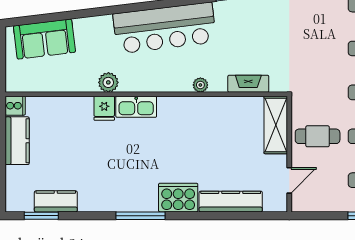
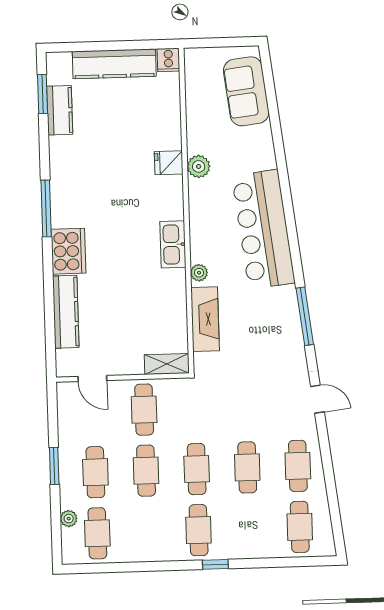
fireplace: (248, 84) -> (205, 319), width x1.37, depth x1.32
kitchen sink: (136, 107) -> (173, 244), moved
shelving: (276, 125) -> (167, 364), width x0.67, depth x0.75
kitchen counter: (17, 141) -> (114, 64), width x1.50

